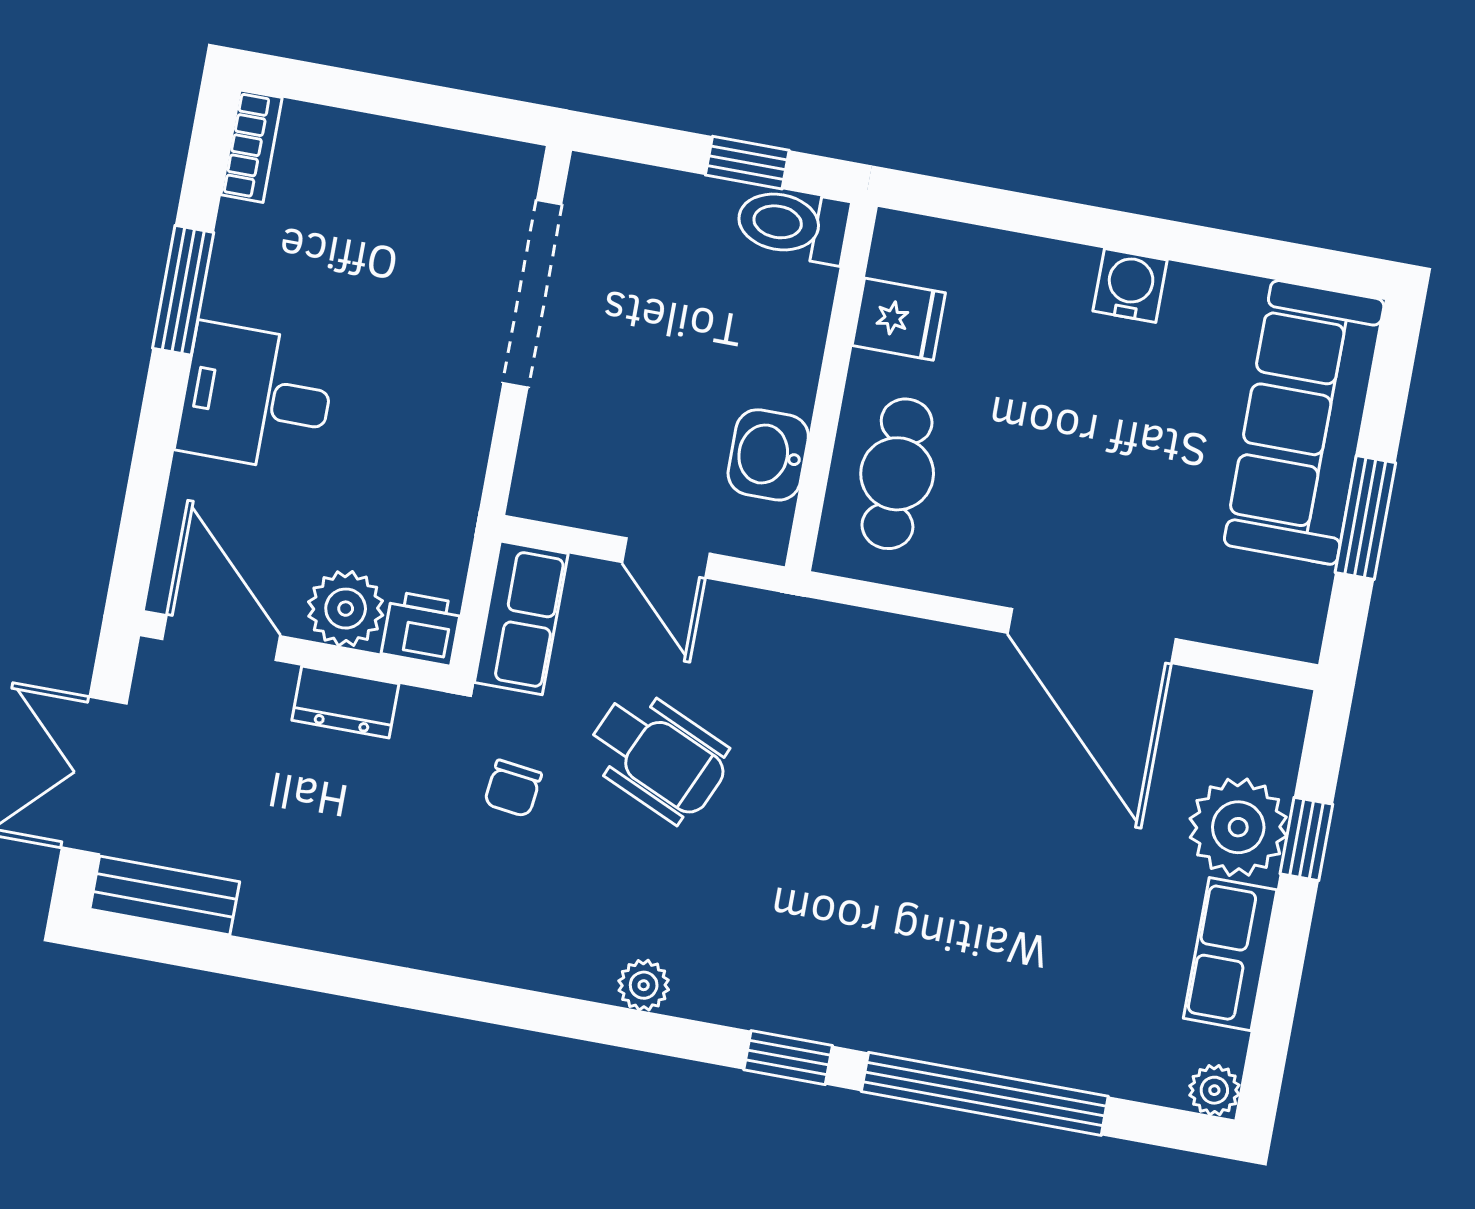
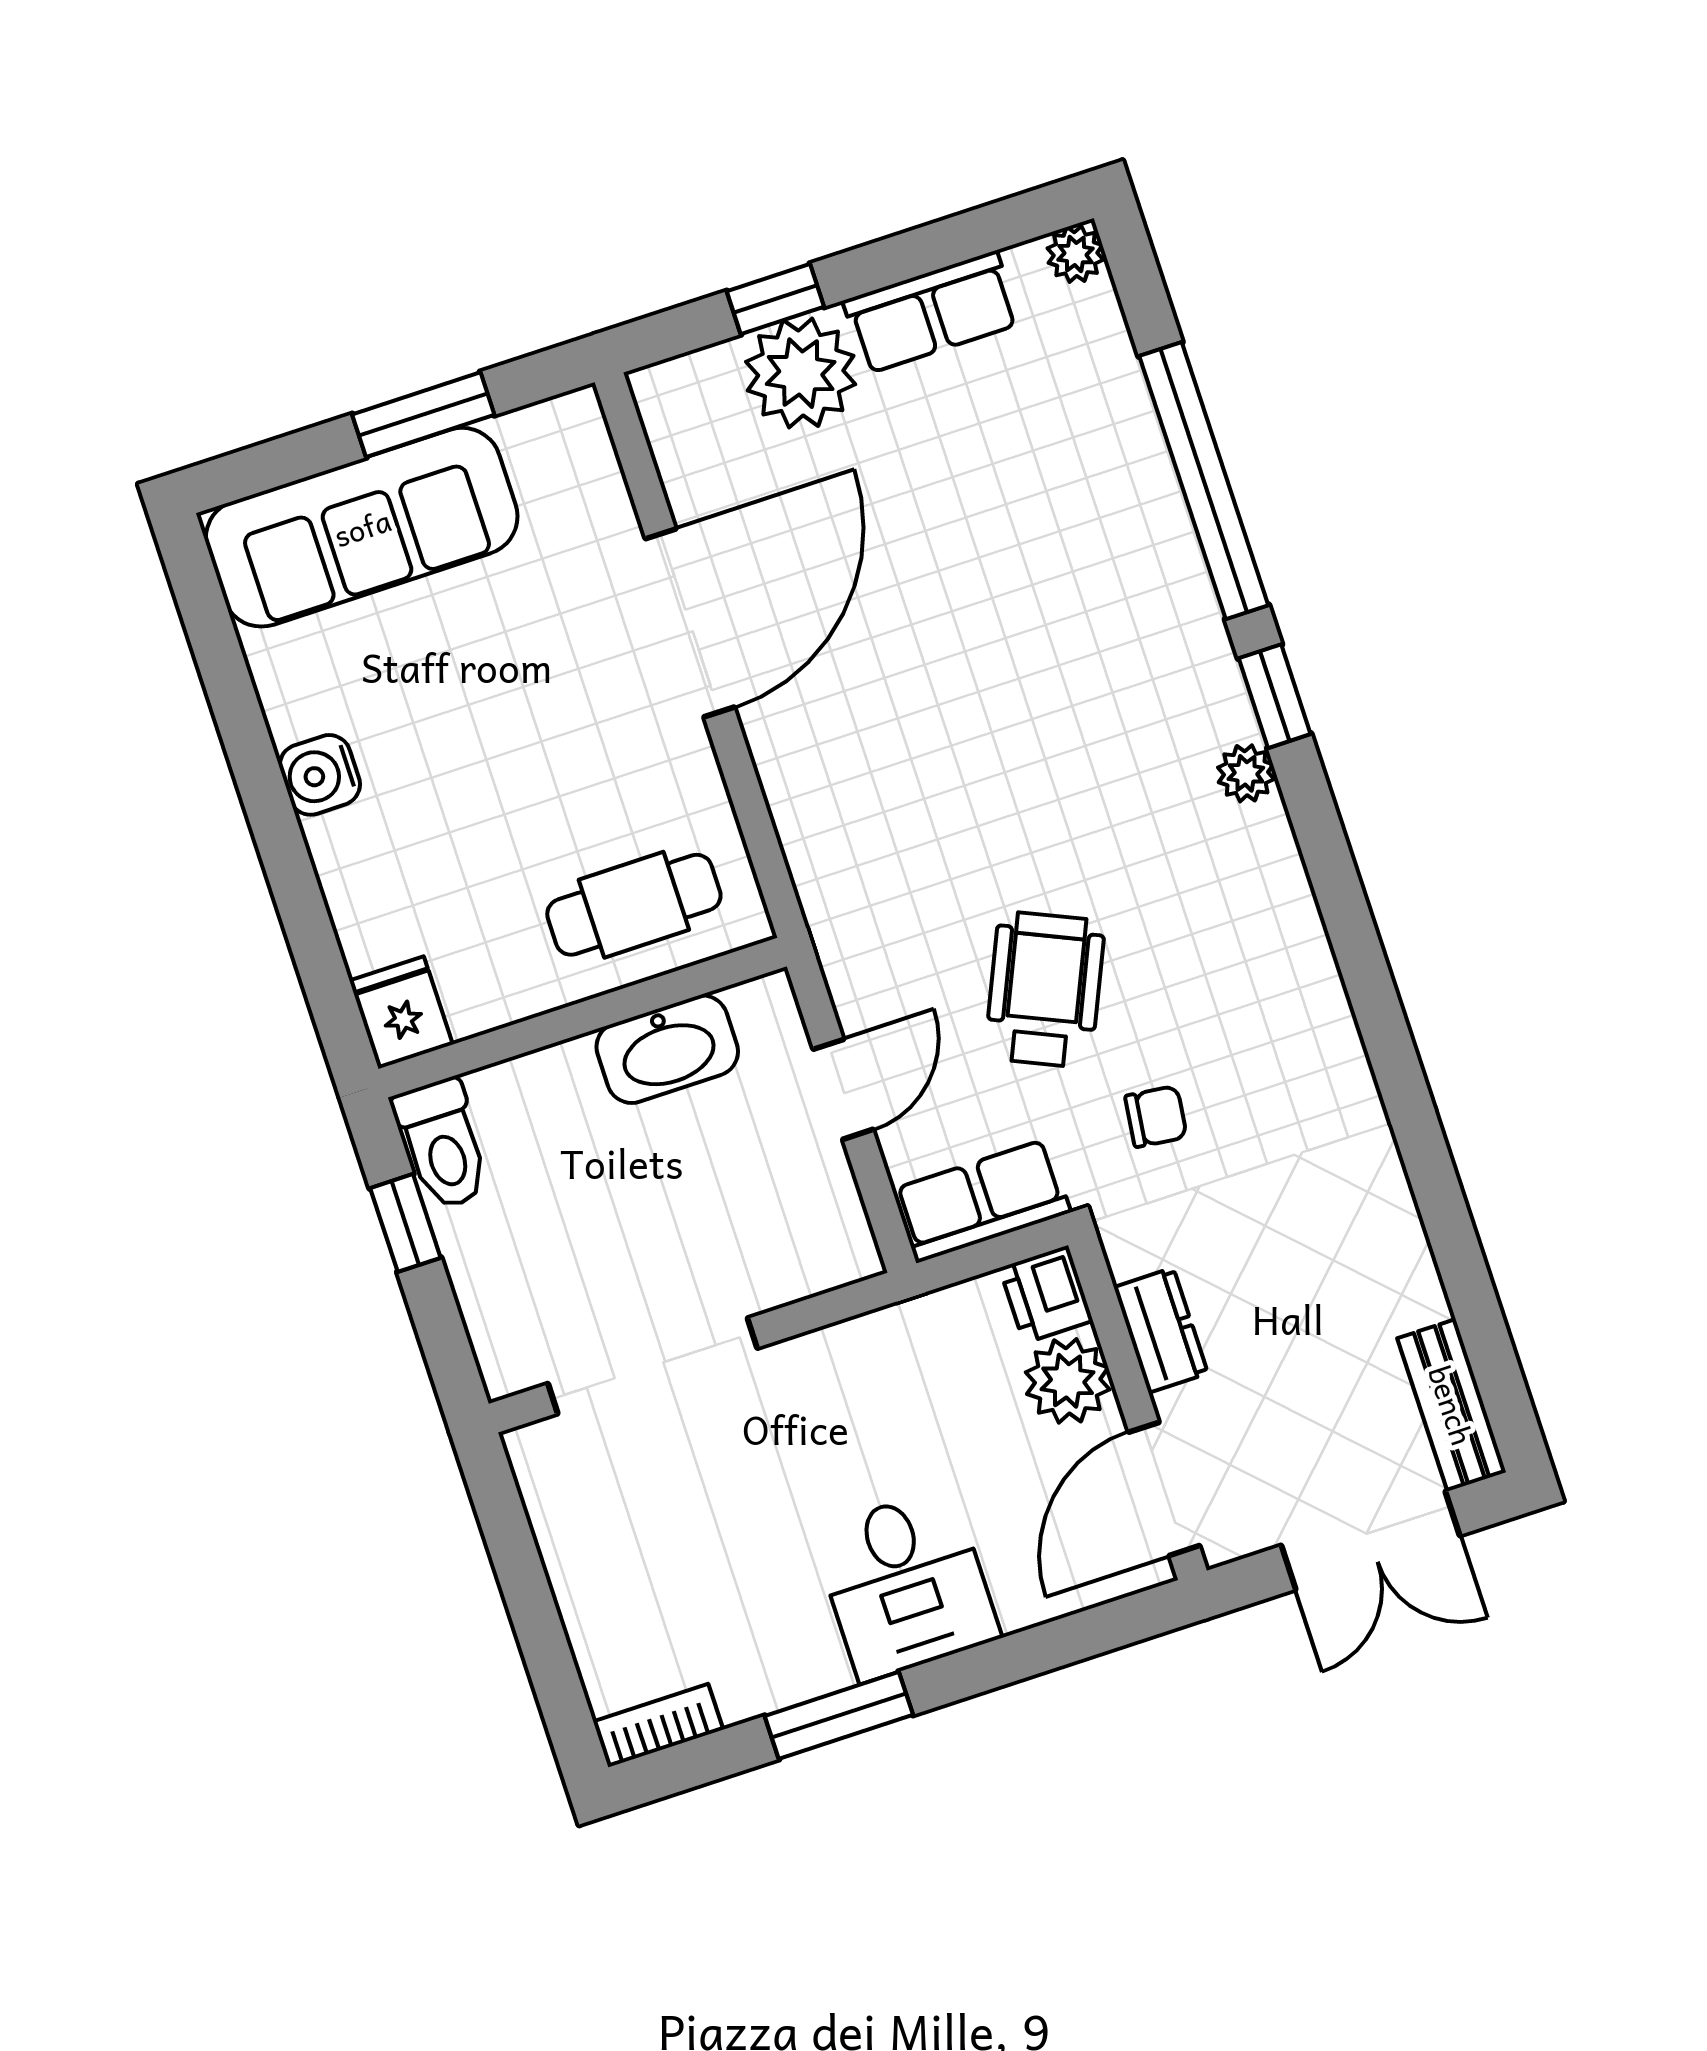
fridge: (899, 319) -> (401, 1013), moved
washbasin: (768, 455) -> (667, 1049), width x1.38
plant: (644, 985) -> (1246, 773), moved

